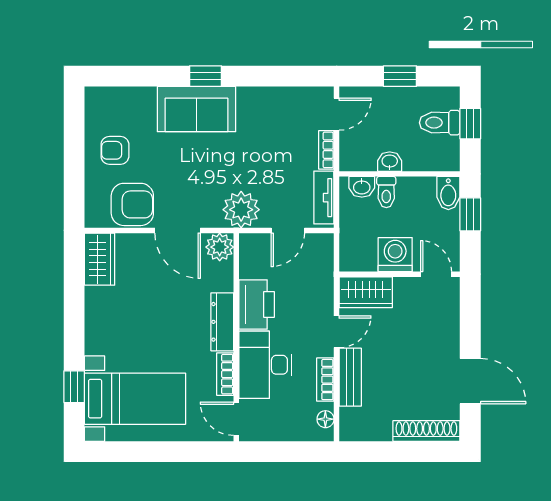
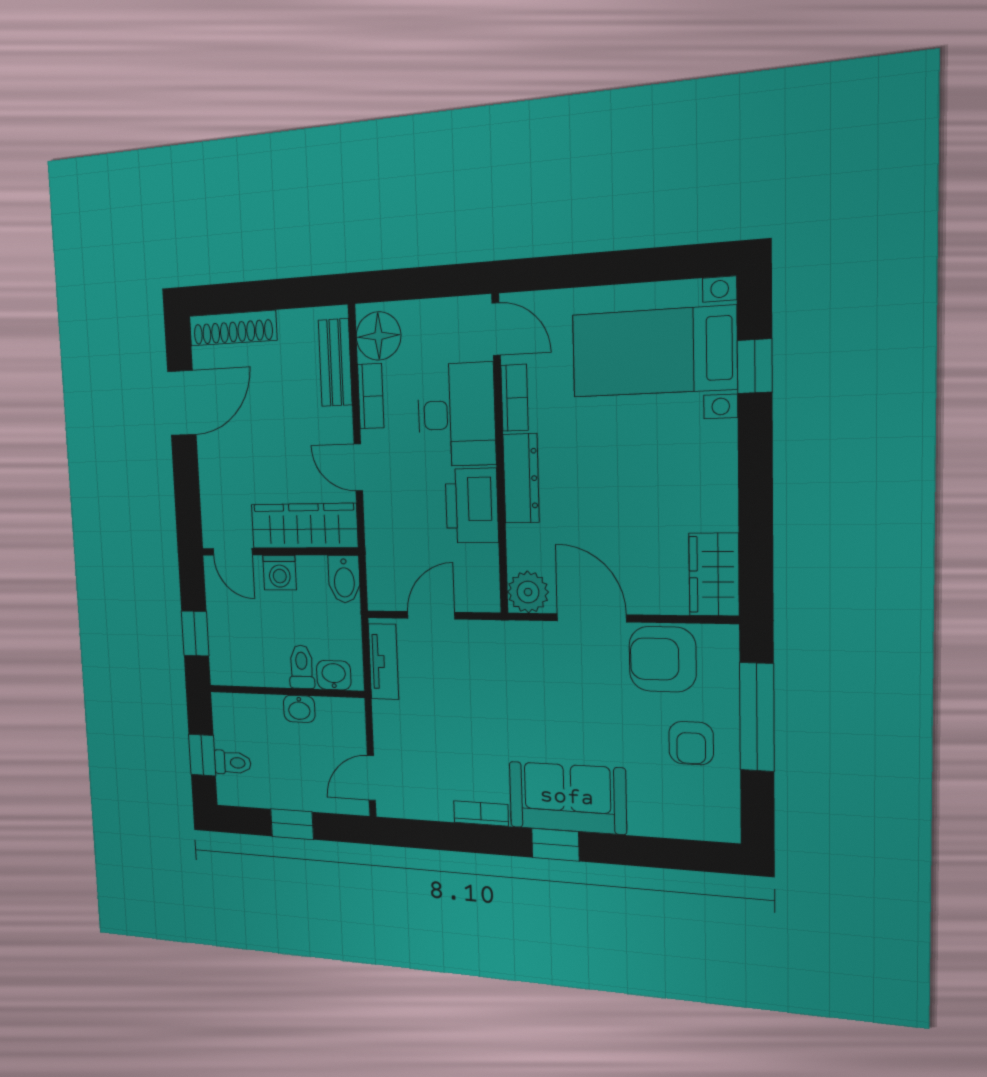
toilet: (440, 123) -> (233, 763), width x0.73, depth x0.72
armchair: (115, 150) -> (691, 743), turned 90
bookcase: (326, 150) -> (481, 813), moved, turned -90
window: (74, 169) -> (757, 717), added
bidet: (448, 193) -> (344, 579), moved, turned 180
plant: (241, 210) -> (498, 647), removed
washing machine: (395, 255) -> (280, 573), width x0.73, depth x0.73
wardrobe: (366, 292) -> (304, 526), width x1.50
door: (337, 332) -> (358, 468), hinge flipped
bench: (350, 377) -> (335, 363), moved
door: (470, 381) -> (182, 403), swing flipped
floor lamp: (325, 419) -> (378, 336), width x1.89, depth x1.89

